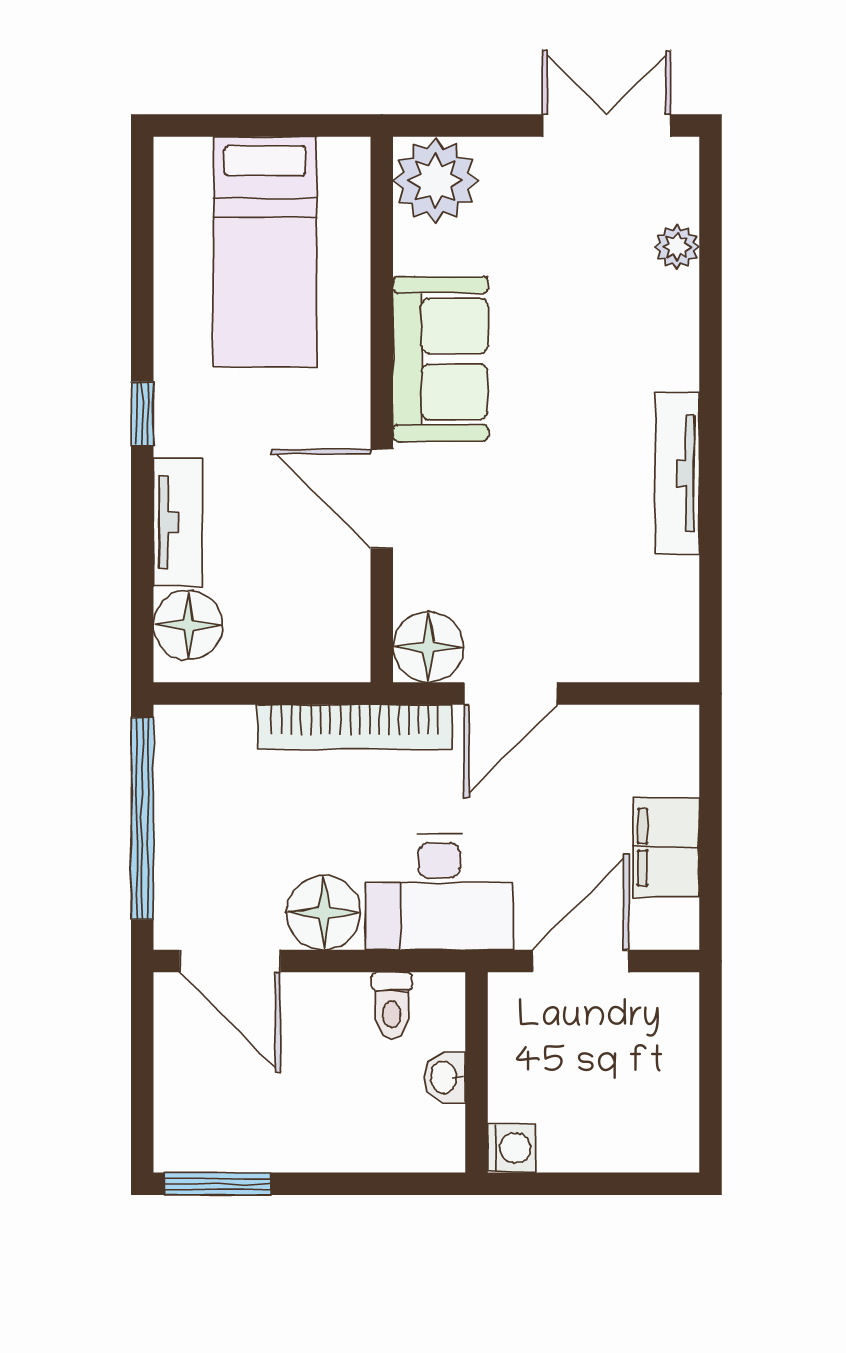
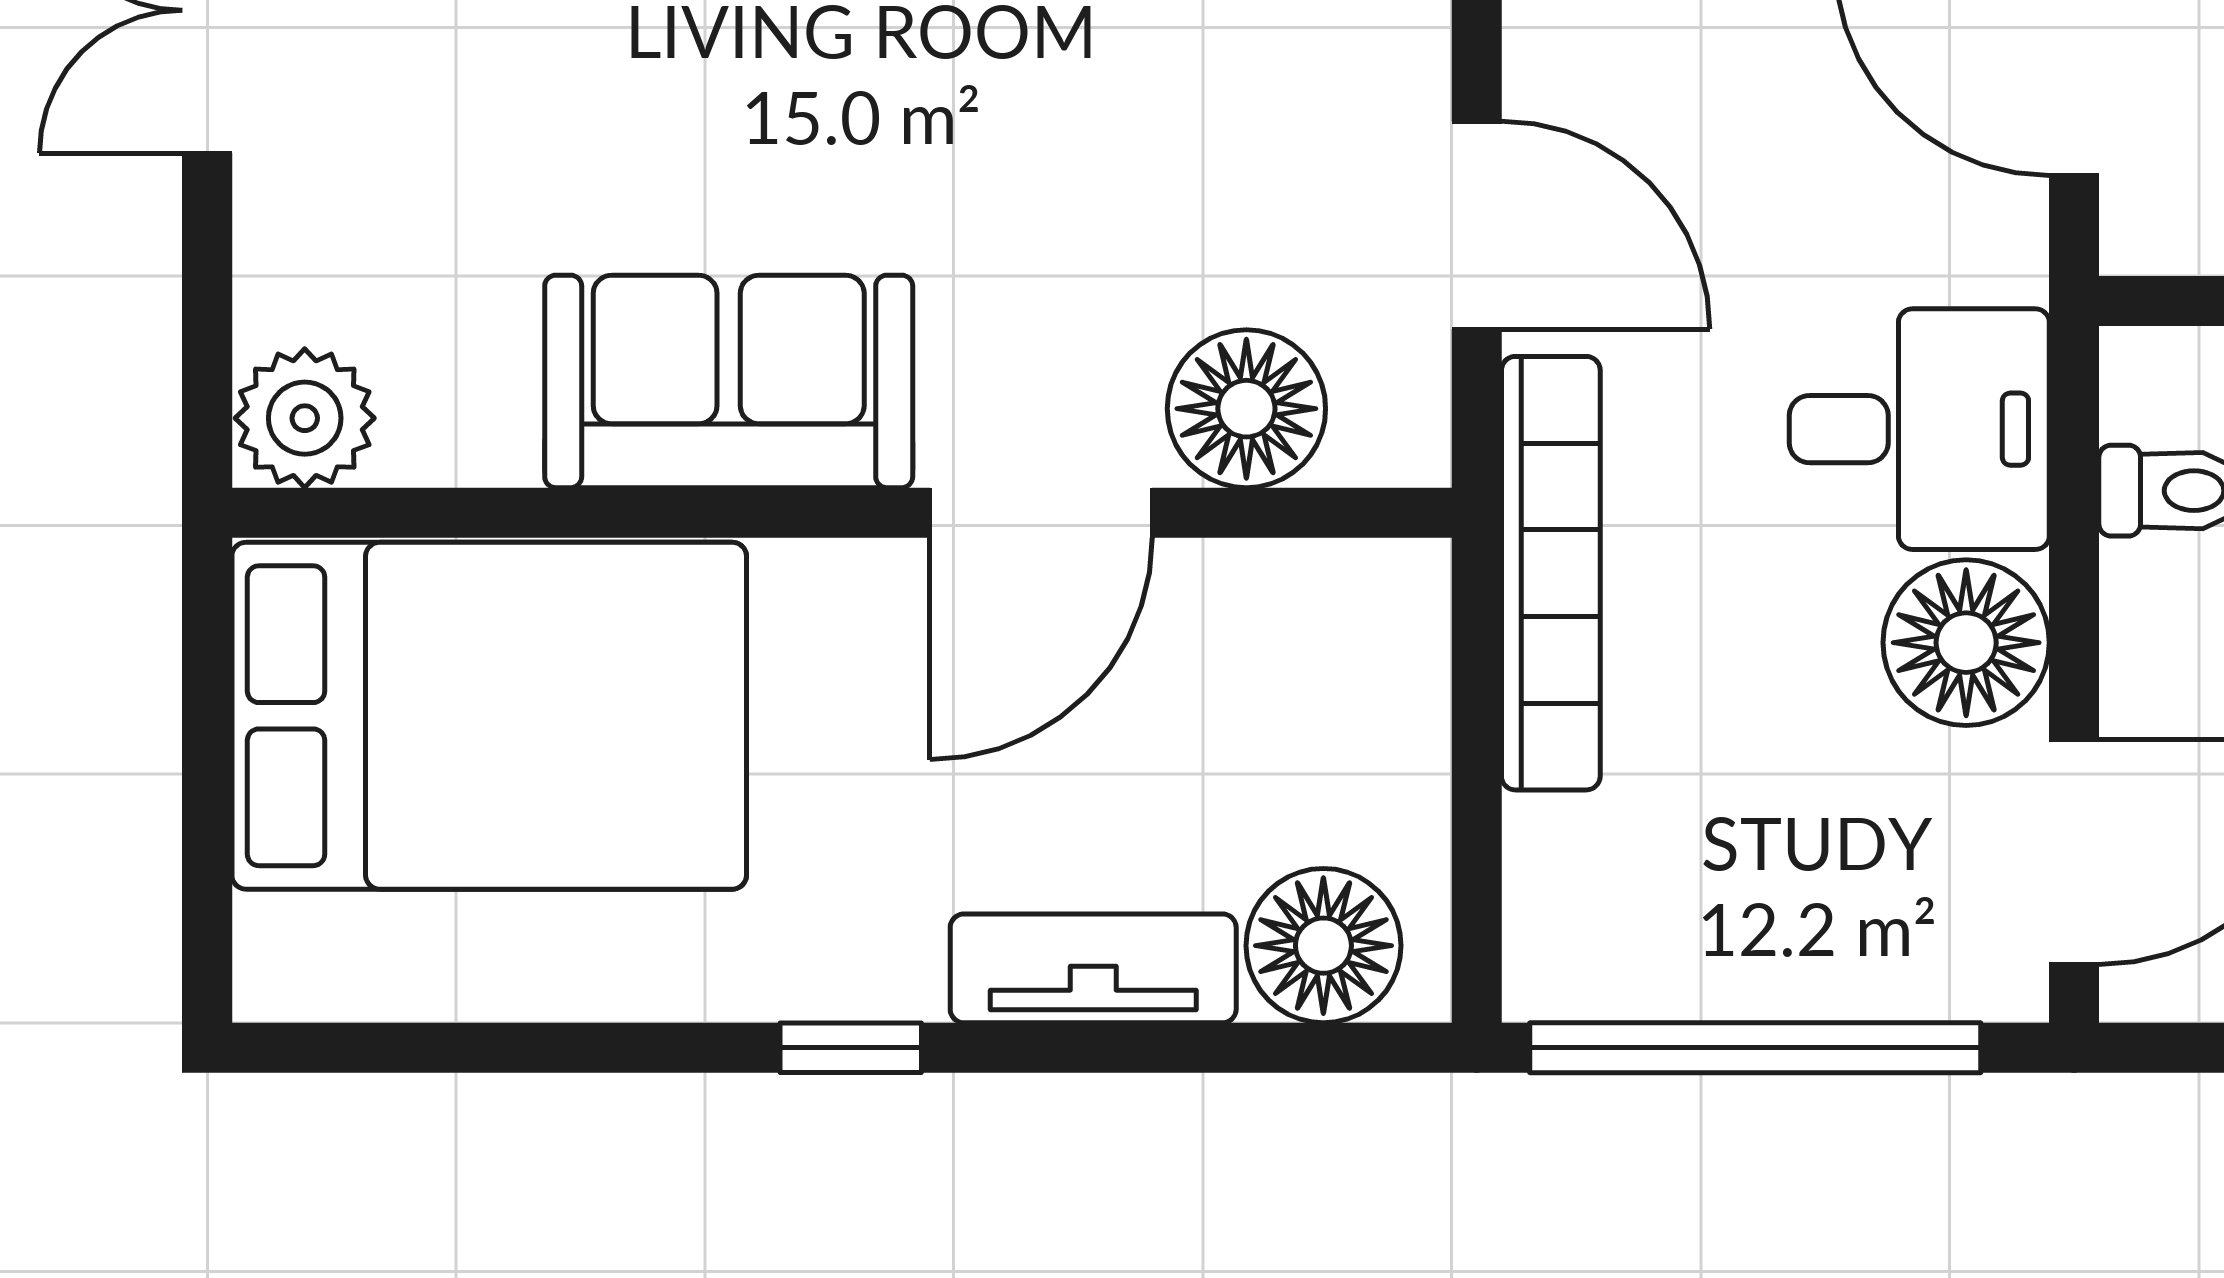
plant: (435, 180) -> (305, 418), width x0.73, depth x0.73
bed: (265, 252) -> (489, 716), width x1.50
floor lamp: (428, 647) -> (1246, 409), moved
desk: (439, 892) -> (1919, 429), width x0.73

